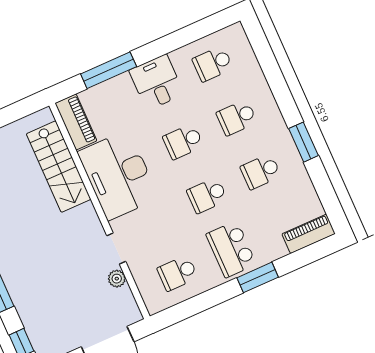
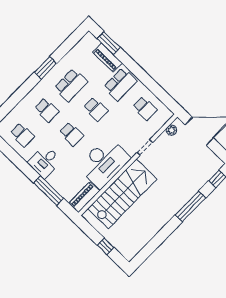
stairs: (59, 167) -> (122, 194), width x1.36, depth x1.51
school desk: (261, 172) -> (71, 85), width x1.85
piano: (309, 234) -> (107, 57), moved
window: (258, 277) -> (109, 43), moved
plant: (117, 279) -> (171, 130), moved

